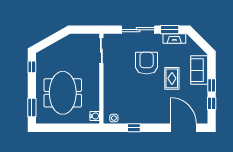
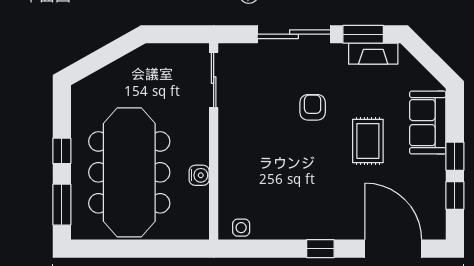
armchair: (147, 63) -> (313, 107), width x0.53, depth x0.53
window: (32, 67) -> (62, 151), moved
meeting table: (63, 93) -> (129, 172), width x1.36
water cooler: (95, 116) -> (199, 175), moved
window: (134, 128) -> (320, 249), moved

